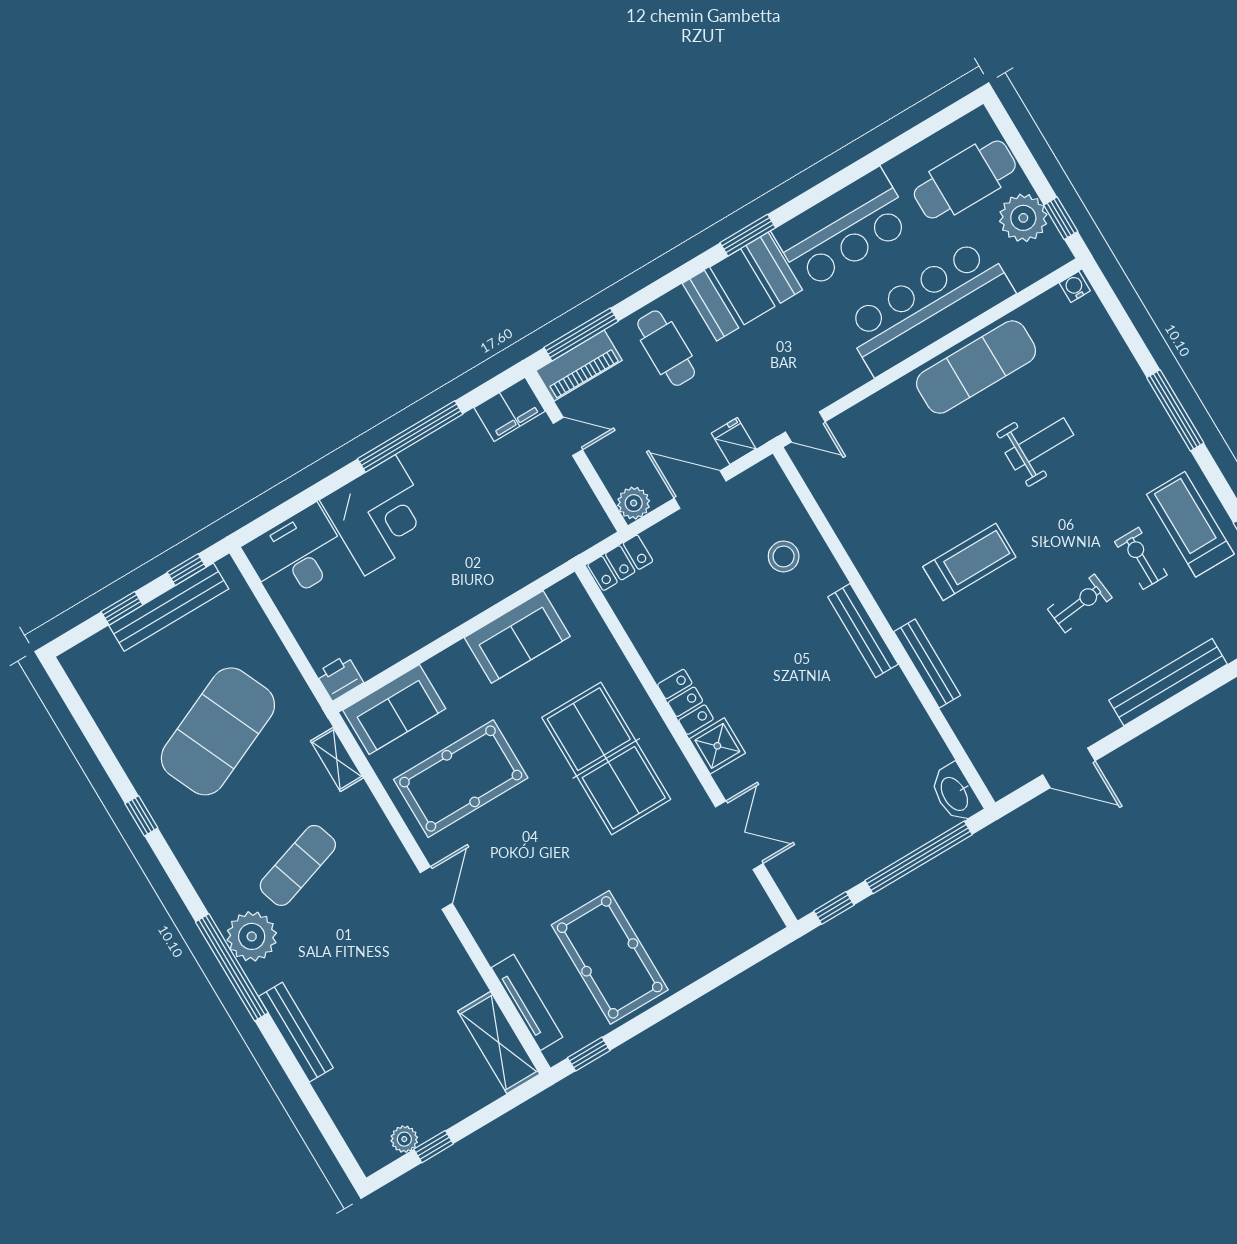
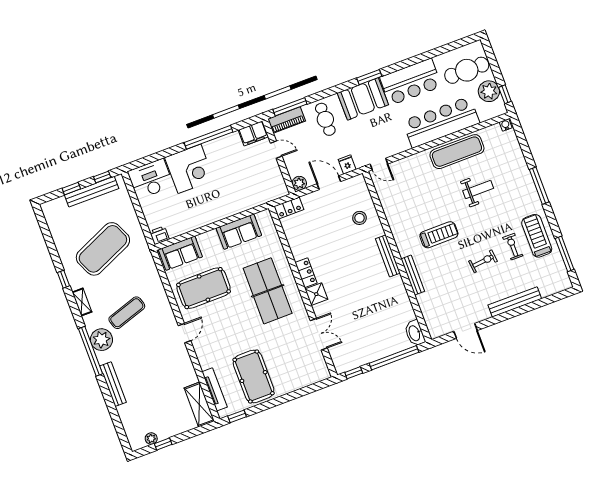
shelving: (337, 759) -> (82, 302), moved

